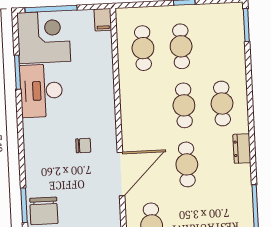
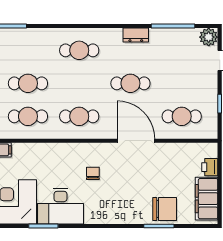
cafe table: (184, 105) -> (79, 116), moved
chair: (83, 146) -> (93, 173), moved
dresser: (242, 149) -> (136, 35), moved

